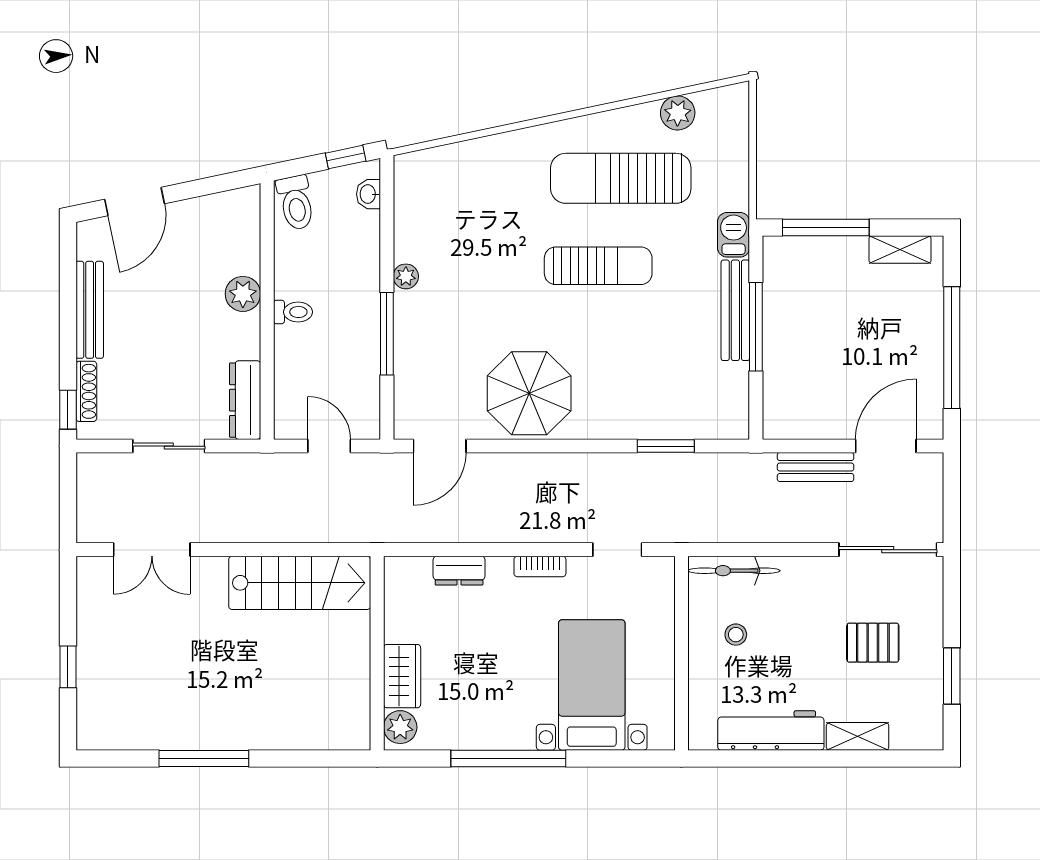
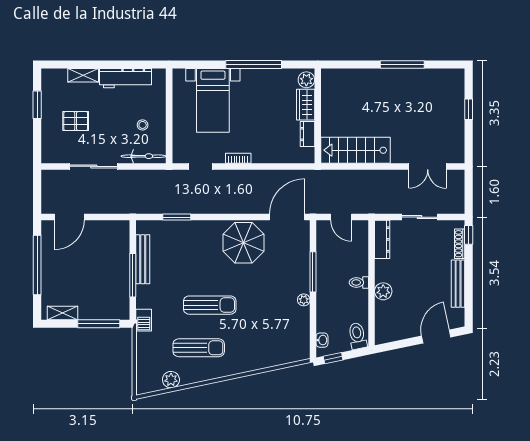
sun lounger: (621, 178) -> (199, 348), width x0.73, depth x0.75
sun lounger: (598, 266) -> (210, 305), turned 180
bench: (735, 310) -> (143, 259), moved
door: (440, 446) -> (287, 217), width x1.36
bench: (816, 467) -> (104, 207), removed
double door: (152, 550) -> (428, 166), swing flipped
sliding door: (888, 550) -> (94, 166), moved
dresser: (459, 571) -> (307, 134), moved, turned -90

